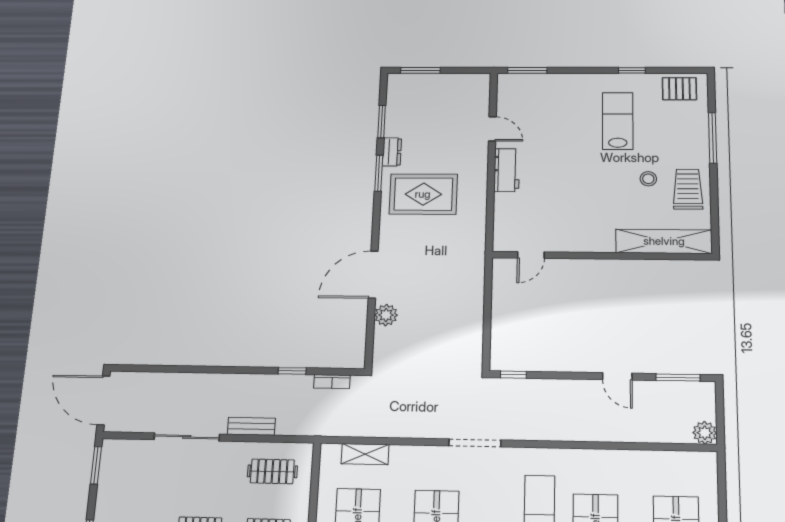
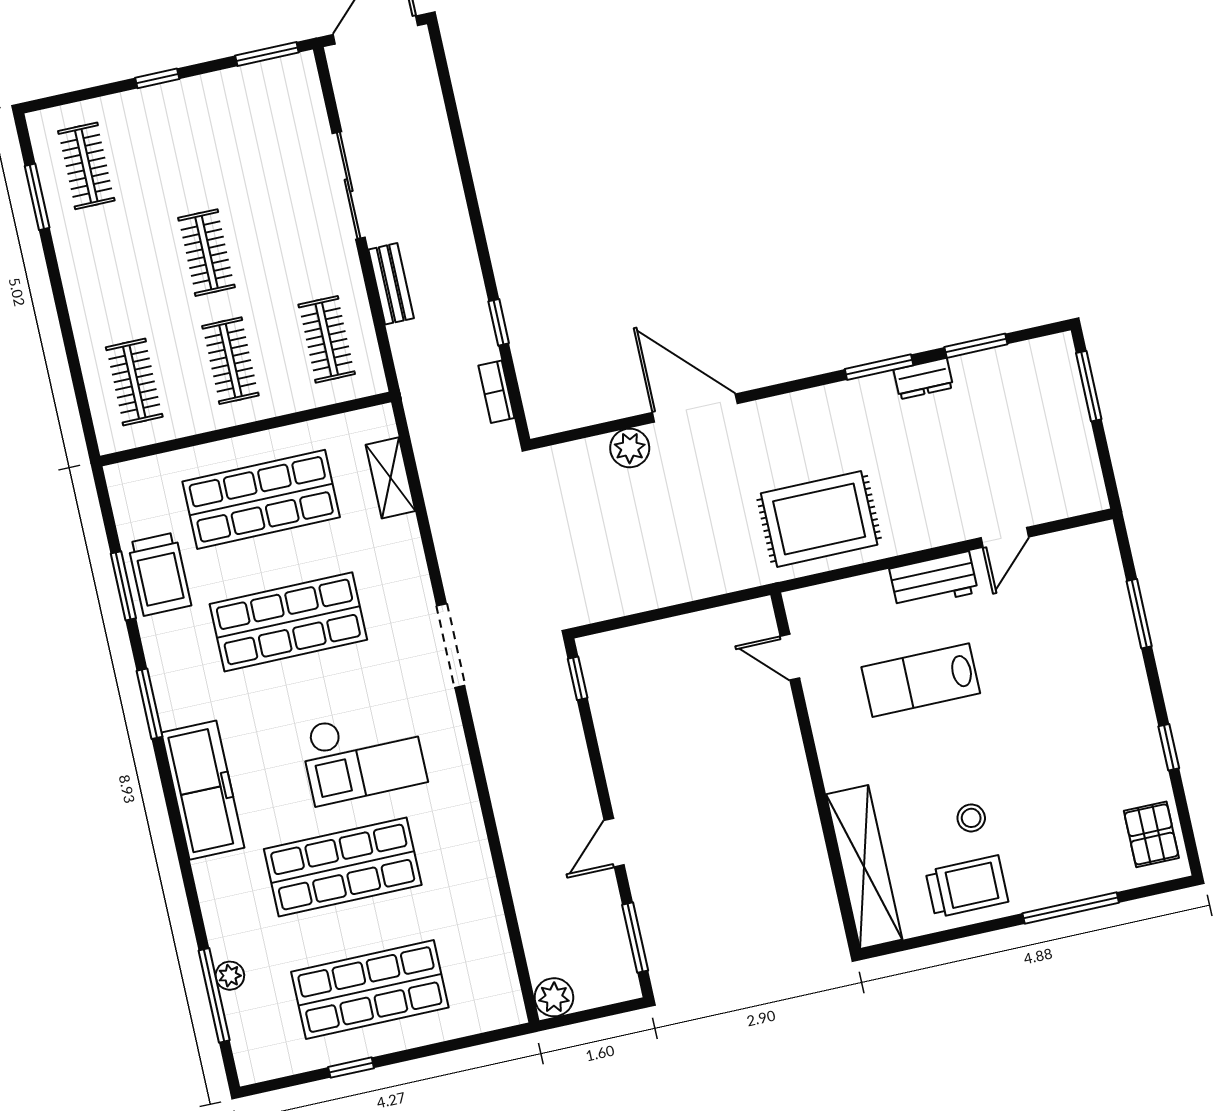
window: (527, 70) -> (1139, 614), moved
lab bench: (618, 121) -> (921, 680), moved, turned 180
rug: (423, 194) -> (819, 519), moved, turned 90

